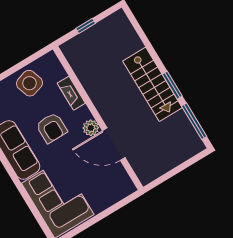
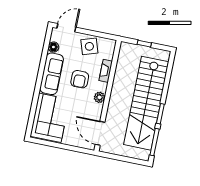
stairs: (152, 84) -> (146, 103), width x1.86, depth x1.51
door: (114, 144) -> (100, 133), moved

